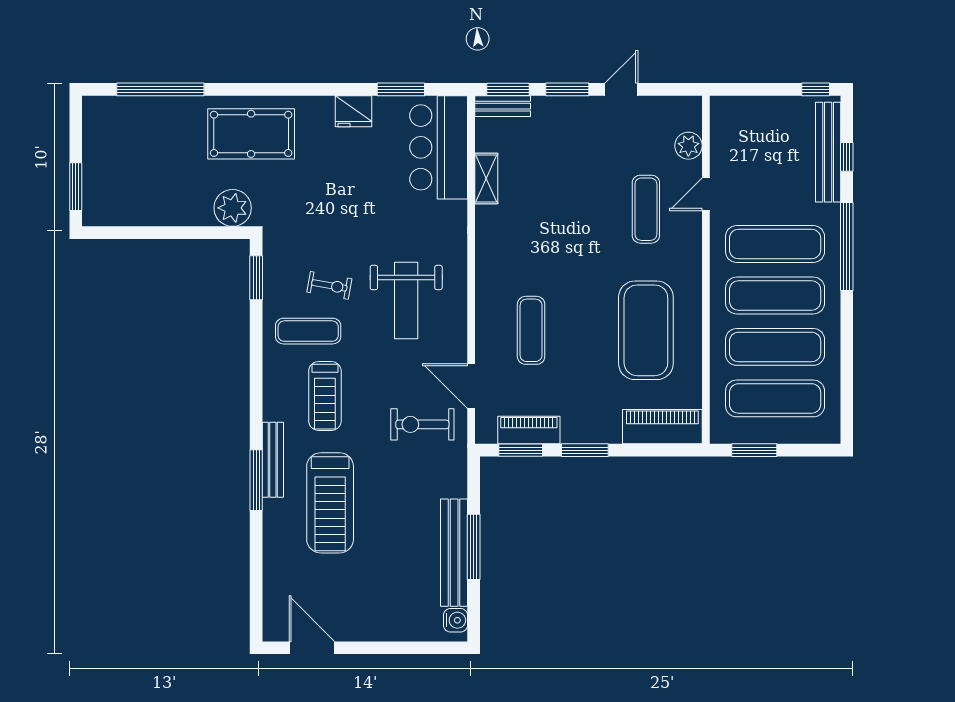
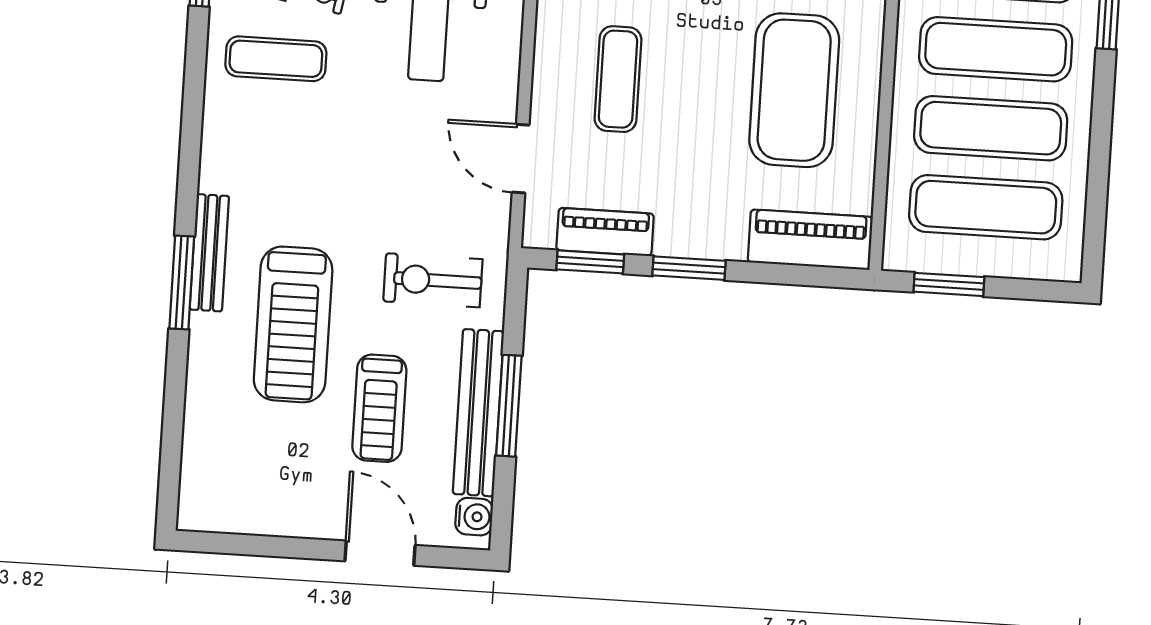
treadmill: (325, 396) -> (379, 408), moved
exercise bike: (422, 424) -> (433, 280), moved
door: (312, 648) -> (380, 553), moved

